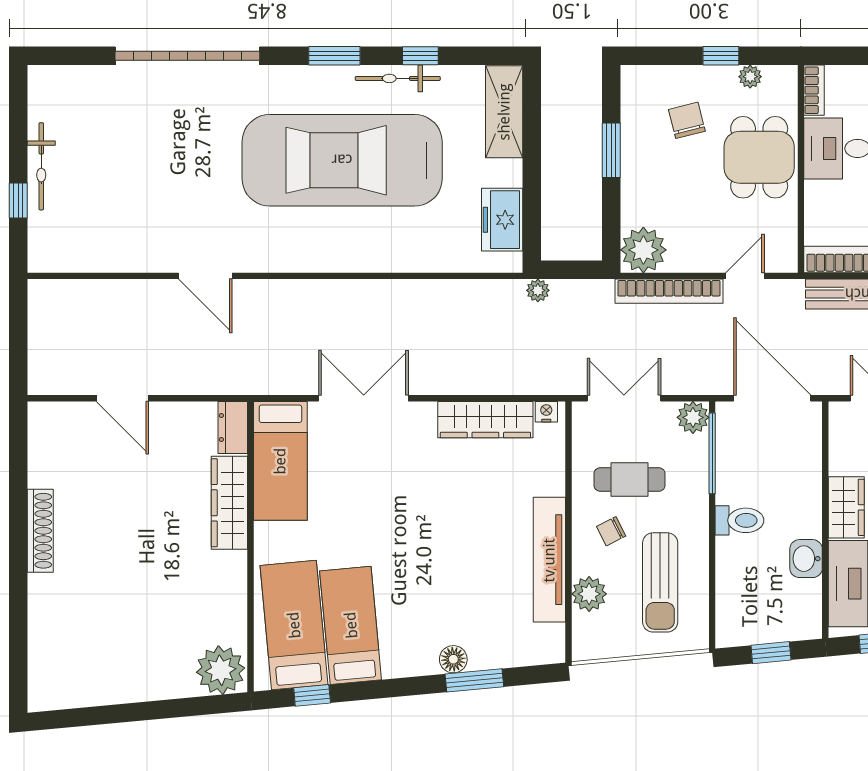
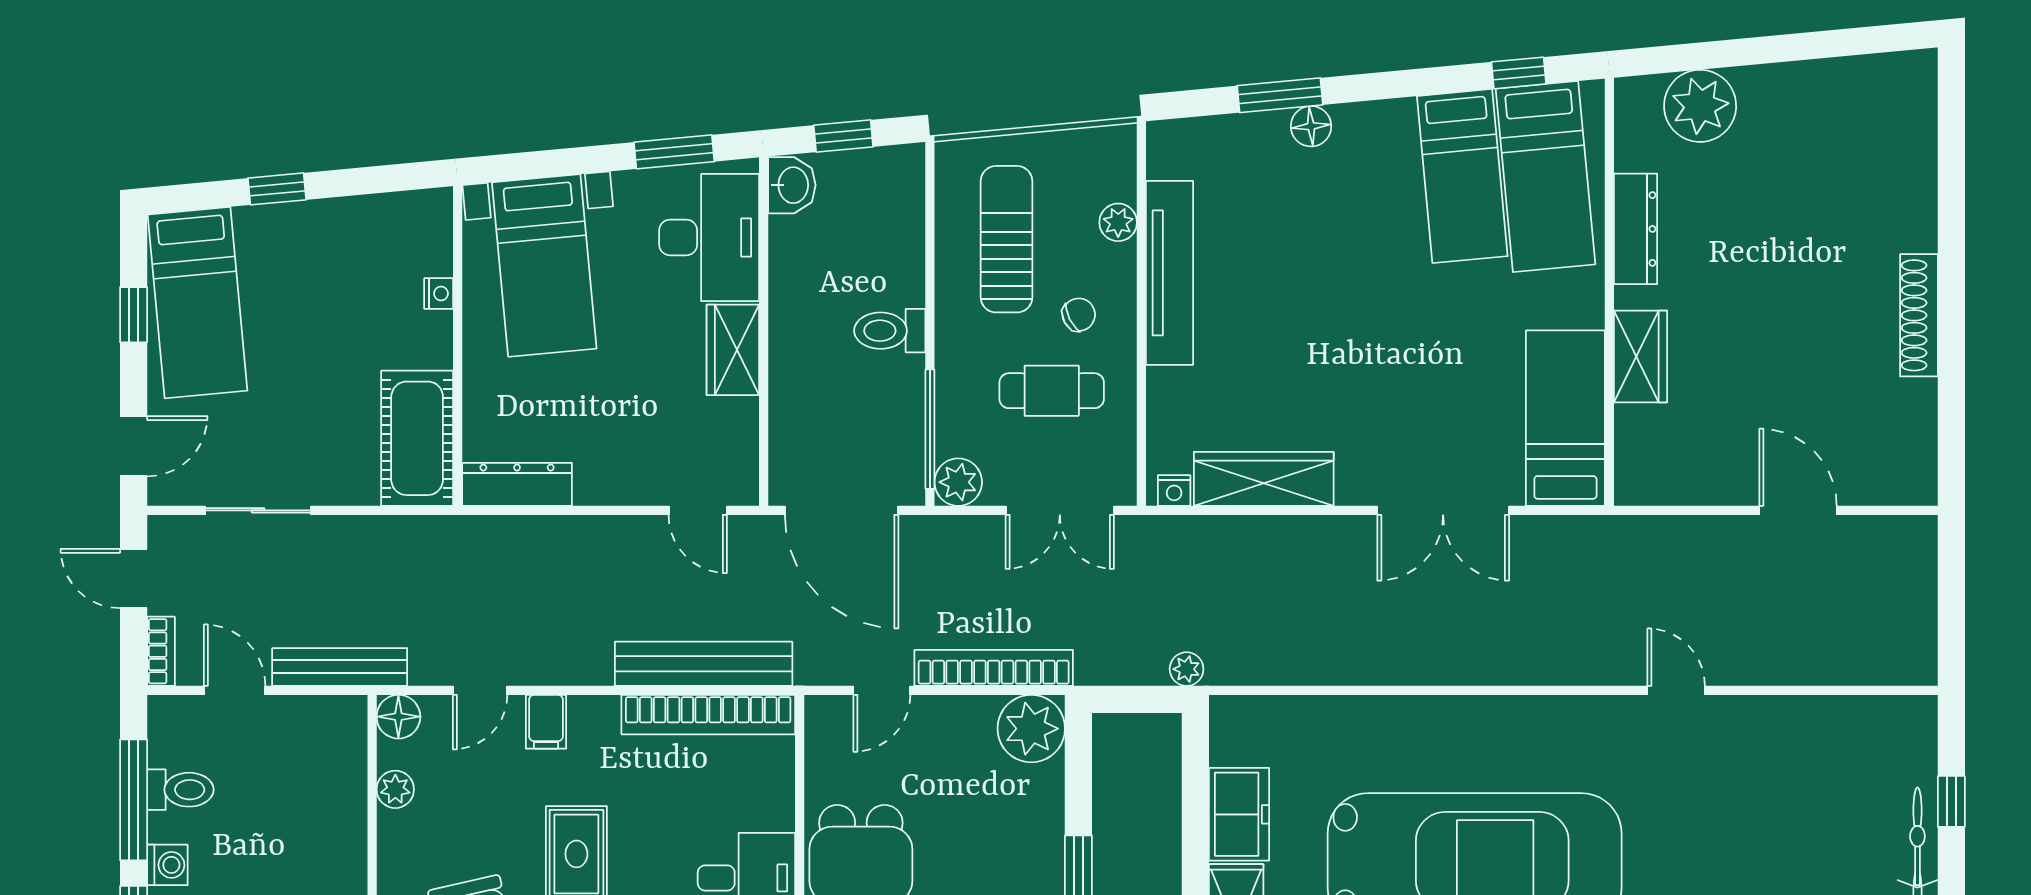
freezer: (502, 220) -> (1239, 814), moved
door: (205, 276) -> (1676, 690), width x0.73
dresser: (233, 427) -> (1636, 229), moved, width x1.44
wardrobe: (229, 503) -> (1640, 357), width x0.67
washbasin: (806, 559) -> (792, 185), moved
plant: (589, 594) -> (1118, 222), width x0.73, depth x0.73
plant: (221, 670) -> (1700, 106), moved

